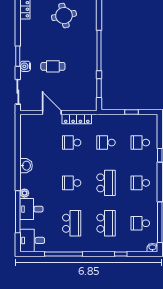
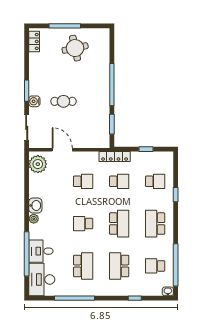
locker: (77, 119) -> (115, 156), moved
plant: (28, 126) -> (38, 164), added
school desk: (72, 143) -> (83, 181), turned 180
school desk: (106, 143) -> (119, 181), turned 180
school desk: (140, 143) -> (155, 181), turned 180
school desk: (140, 183) -> (155, 224), width x1.85
plant: (24, 193) -> (34, 219), moved
school desk: (106, 223) -> (119, 266), turned 180
desk: (32, 240) -> (42, 280), width x1.37

